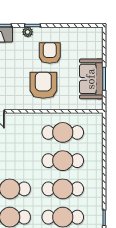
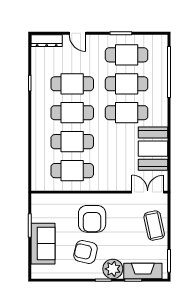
plant: (28, 32) -> (113, 269), width x1.88, depth x1.88
armchair: (50, 53) -> (86, 252), turned 103
sofa: (91, 79) -> (43, 244), moved

